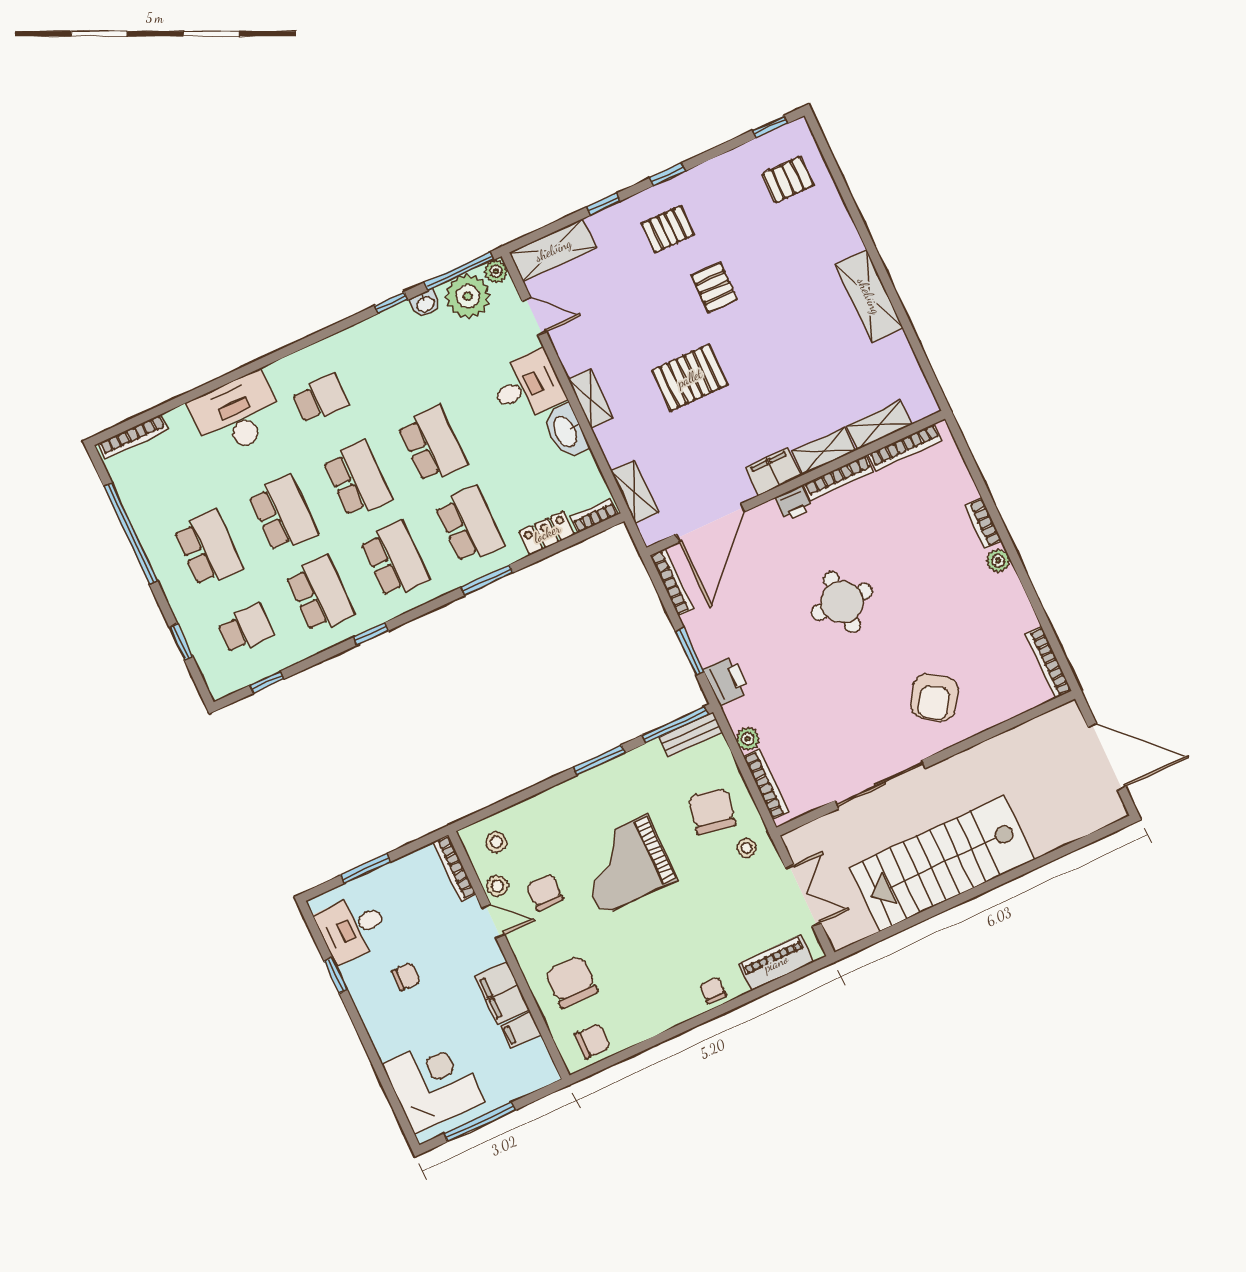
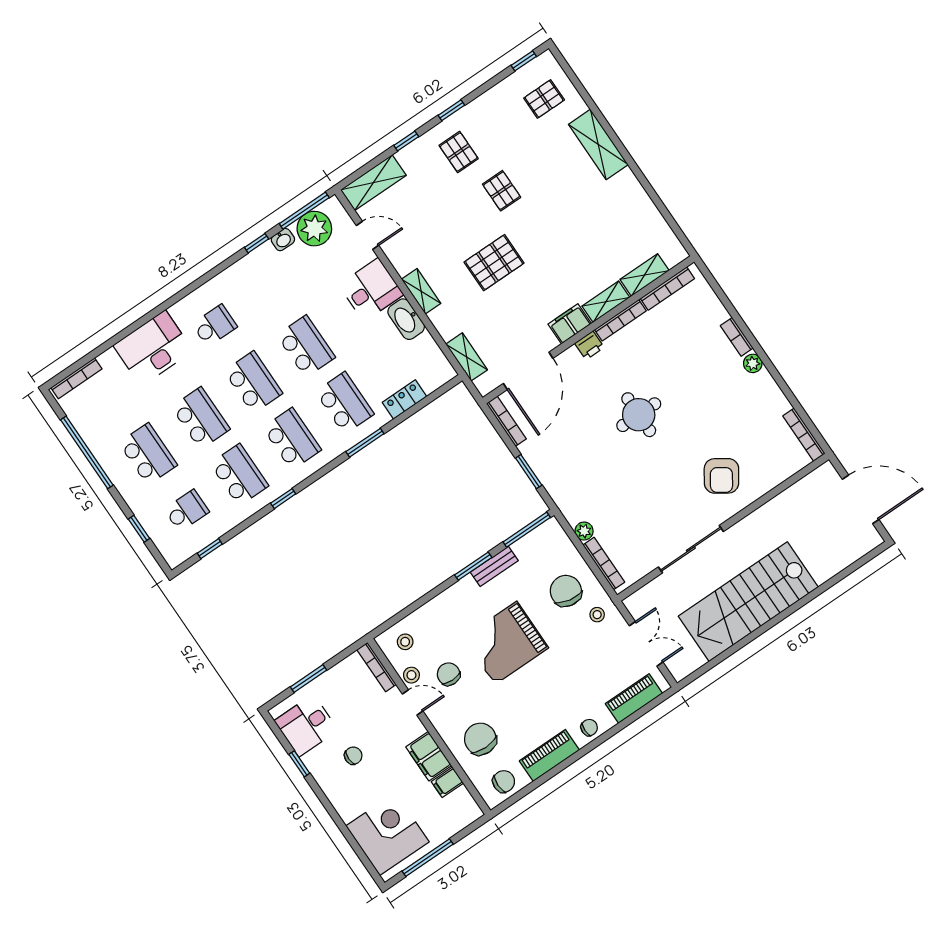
pallet: (668, 229) -> (459, 152), turned 90
plant: (496, 271) -> (333, 206), removed
shelving: (869, 296) -> (598, 145), moved
bookcase: (594, 516) -> (439, 380), removed
printer: (727, 681) -> (561, 489), removed
bench: (690, 735) -> (494, 566), moved
chair: (713, 990) -> (589, 728), turned 90
piano: (656, 1017) -> (549, 755), added

